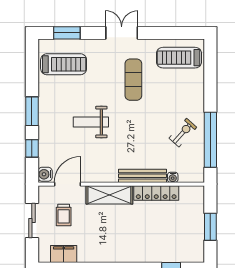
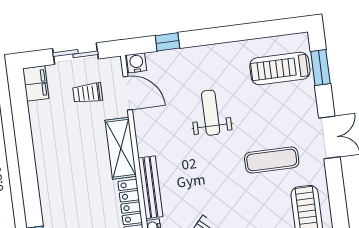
treadmill: (64, 64) -> (280, 68), turned 90
window: (32, 111) -> (215, 36), removed
filing cabinet: (64, 254) -> (36, 83), moved

